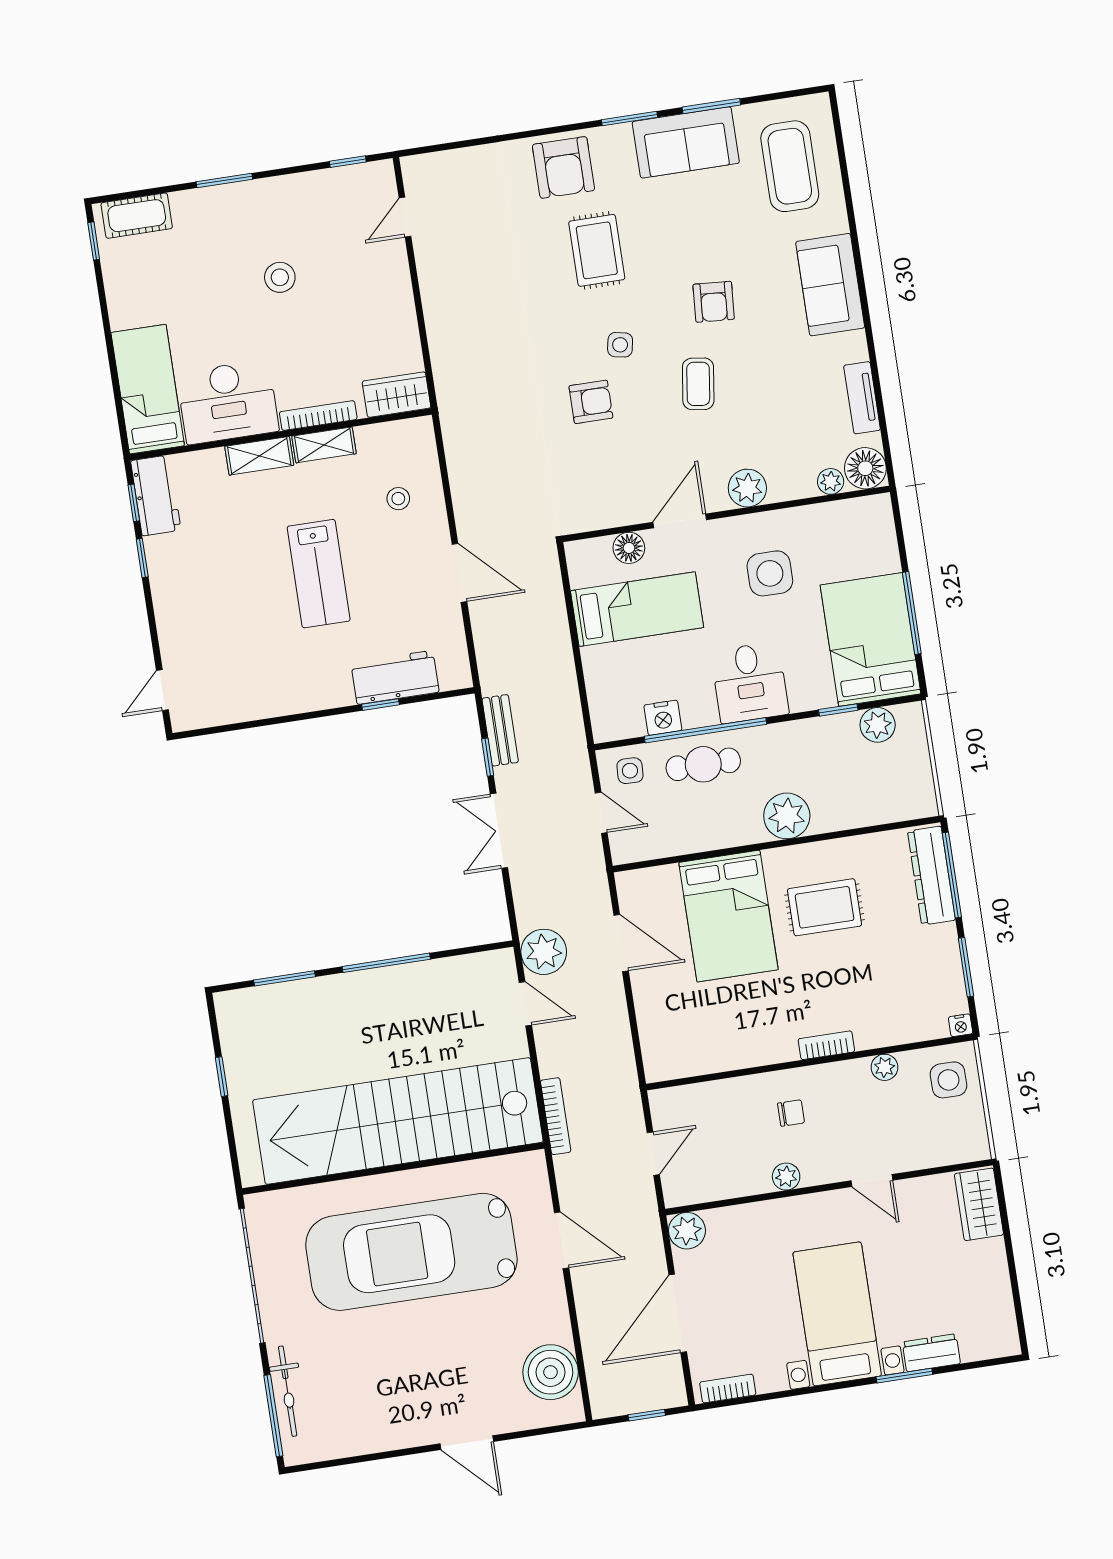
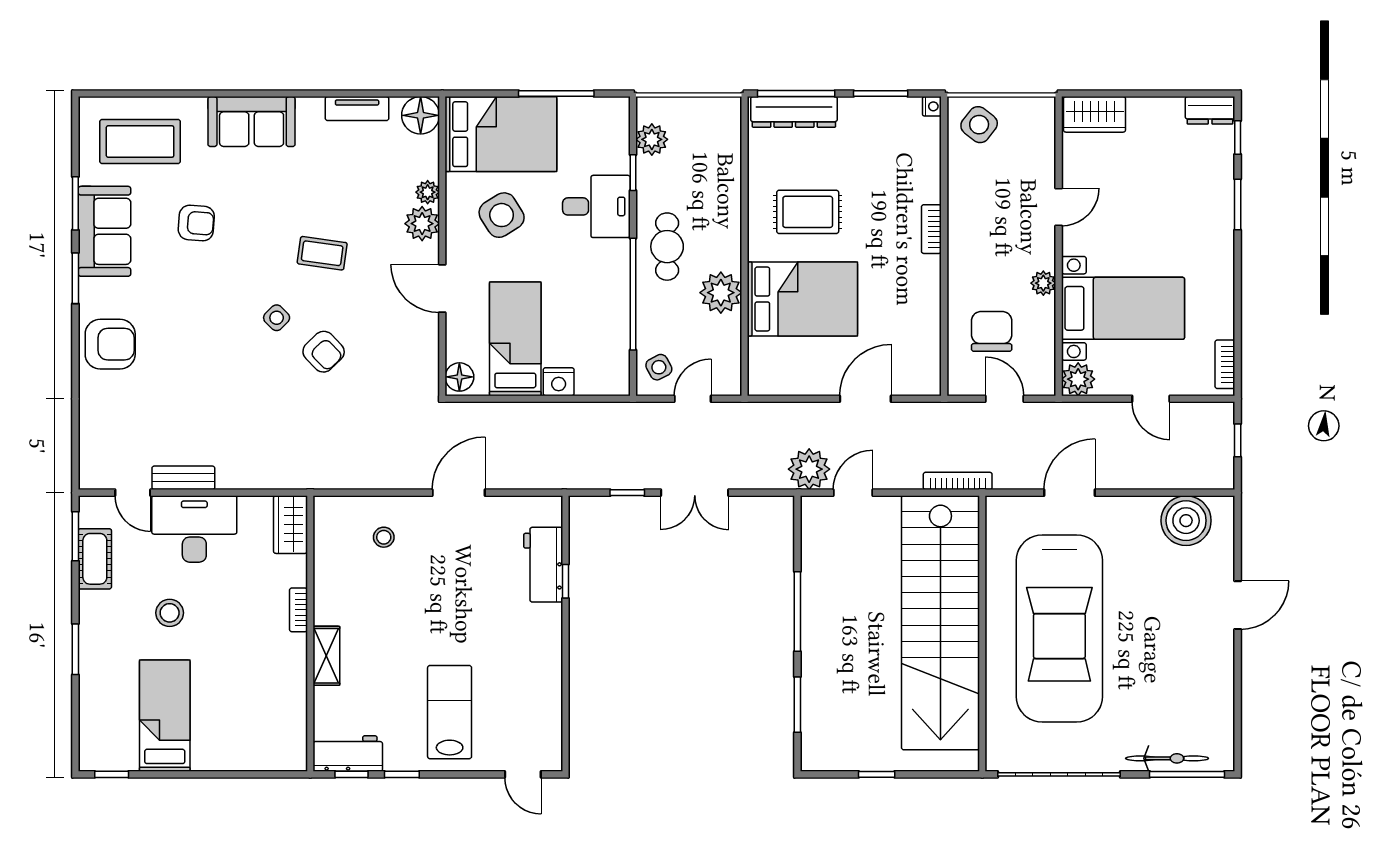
window: (348, 162) -> (75, 536), width x1.50
cot: (137, 216) -> (95, 559), moved
rug: (597, 250) -> (189, 326), removed
armchair: (714, 302) -> (196, 223), moved
side table: (620, 345) -> (277, 318), turned 34
bed: (148, 389) -> (165, 716), moved, turned 90
desk: (228, 402) -> (194, 529), moved, turned -90
armchair: (591, 402) -> (324, 352), turned 136
bookcase: (318, 416) -> (298, 610), width x0.64
shelving: (324, 445) -> (326, 596), removed
plant: (831, 481) -> (428, 192), moved
floor lamp: (629, 548) -> (459, 377), moved
side table: (770, 573) -> (502, 215), turned -32
lab bench: (319, 574) -> (450, 712), moved, turned -90
bed: (871, 639) -> (501, 134), moved, turned 180
desk: (750, 683) -> (596, 206), moved
nightstand: (663, 718) -> (559, 382), moved, turned 90
bench: (500, 730) -> (183, 478), moved
cafe table: (703, 764) -> (667, 247), moved
side table: (630, 771) -> (659, 367), turned -30
plant: (787, 816) -> (721, 293), moved
rug: (825, 907) -> (808, 212), turned 90
door: (621, 943) -> (865, 399), moved
plant: (885, 1067) -> (959, 180), removed
side table: (948, 1080) -> (979, 125), turned 38
chair: (791, 1113) -> (992, 331), moved, width x1.87, depth x1.87
door: (678, 1313) -> (1151, 399), width x0.53
bed with nightstands: (837, 1314) -> (1123, 308), moved, turned 180
dresser: (931, 1353) -> (1210, 110), moved, turned -90
window: (978, 1364) -> (1238, 138), added

